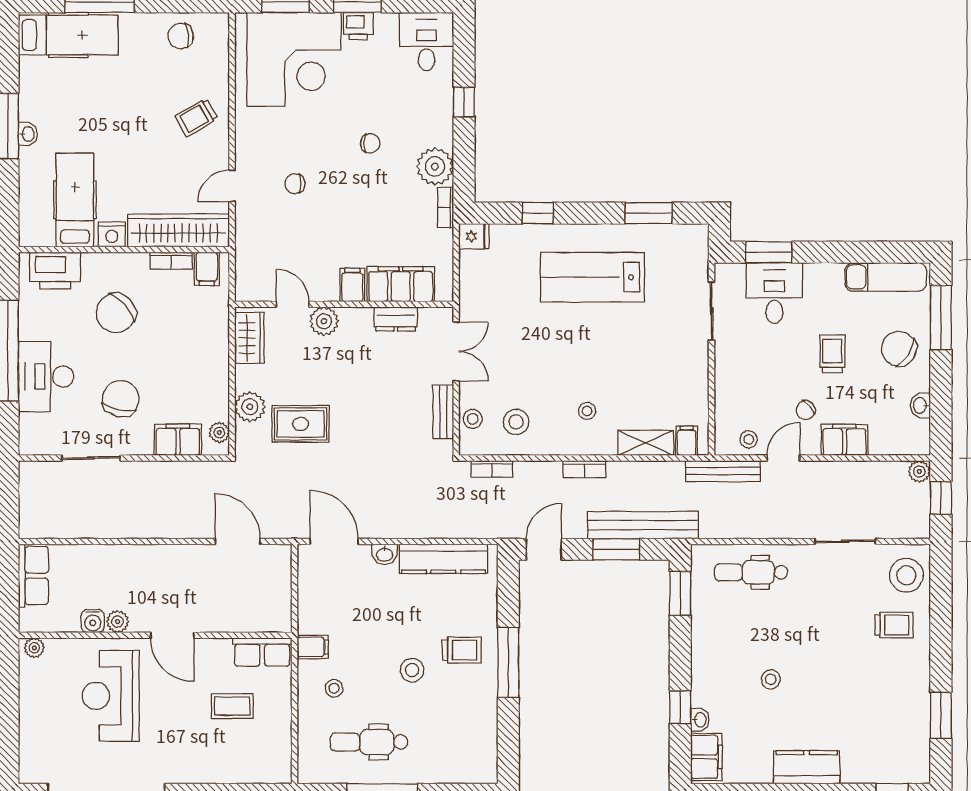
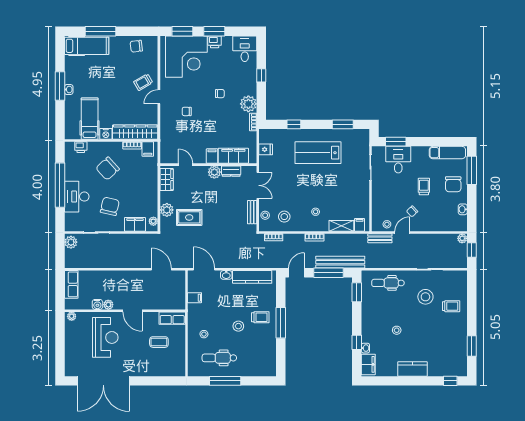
door: (232, 186) -> (159, 97), moved
fridge: (474, 236) -> (266, 149), moved
printer: (55, 271) -> (81, 147), width x0.53, depth x0.68
plant: (324, 321) -> (214, 172), moved
chair: (899, 349) -> (453, 184), turned -122
filing cabinet: (844, 440) -> (429, 224), removed
bench: (723, 471) -> (380, 238), width x0.73
plant: (33, 480) -> (71, 242), added
window: (616, 549) -> (328, 273), width x1.44
stool: (906, 575) -> (425, 297), moved
filing cabinet: (313, 647) -> (195, 298), moved
reception desk: (111, 696) -> (105, 337), turned 180

